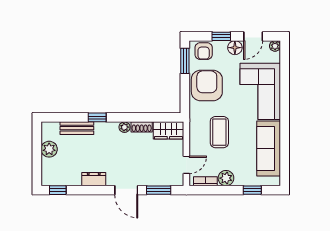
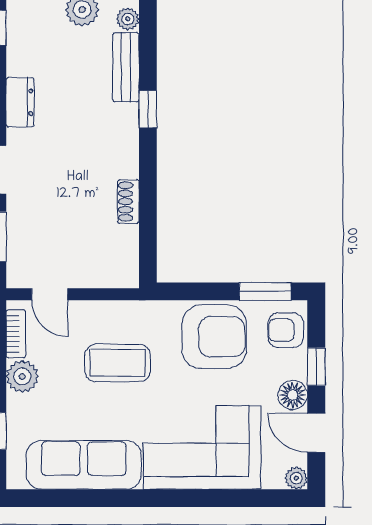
plant: (124, 127) -> (128, 19), moved
wardrobe: (168, 130) -> (121, 257), removed

